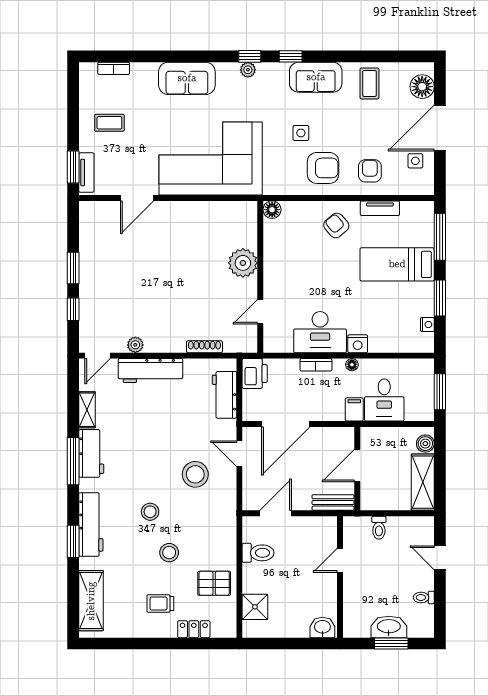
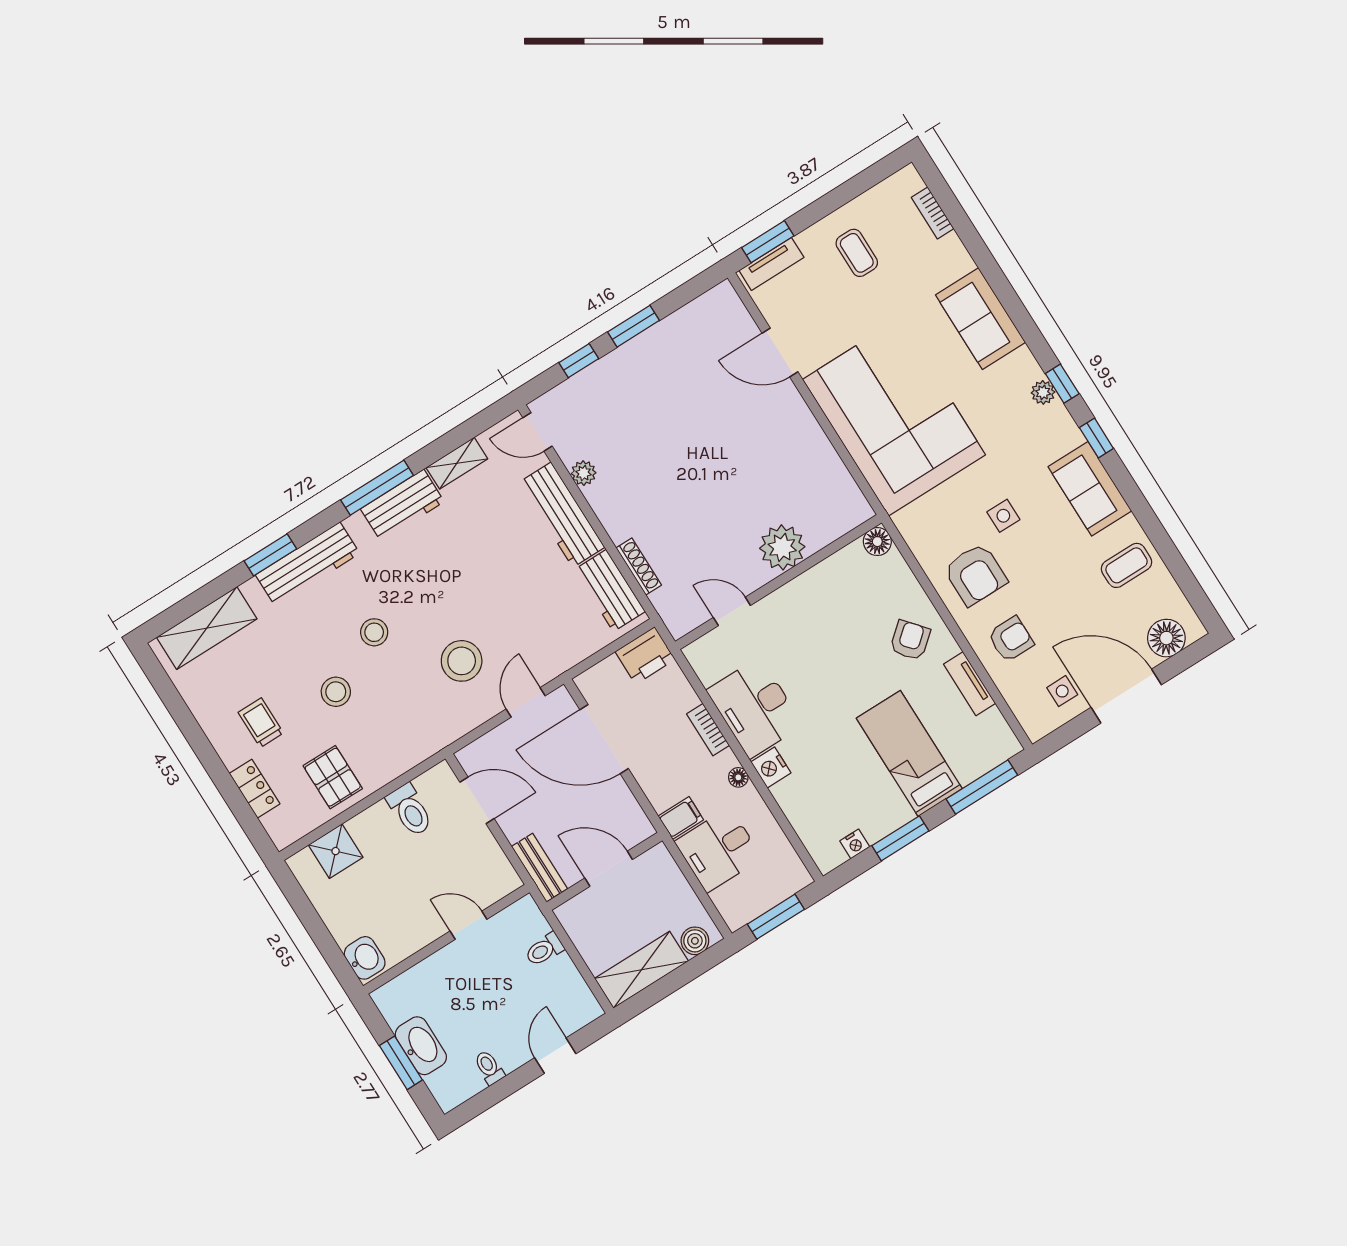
workbench: (224, 395) -> (610, 591), moved, turned -90

